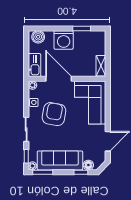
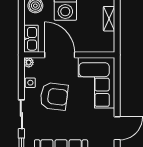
shelving: (101, 66) -> (109, 19), moved
armchair: (54, 114) -> (54, 96), turned 87

